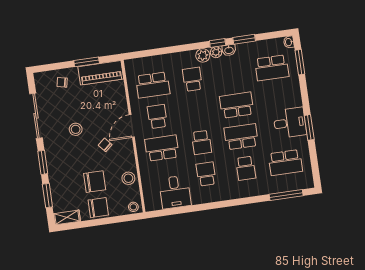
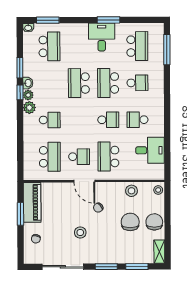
school desk: (192, 79) -> (50, 120), turned 180
school desk: (157, 117) -> (79, 157), turned 180

